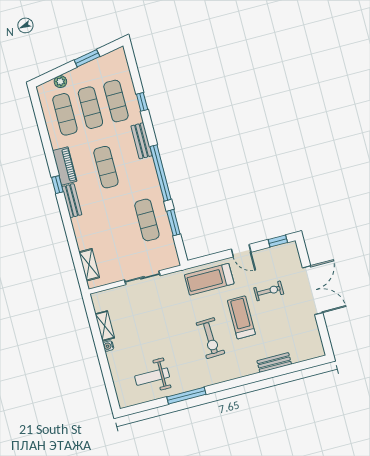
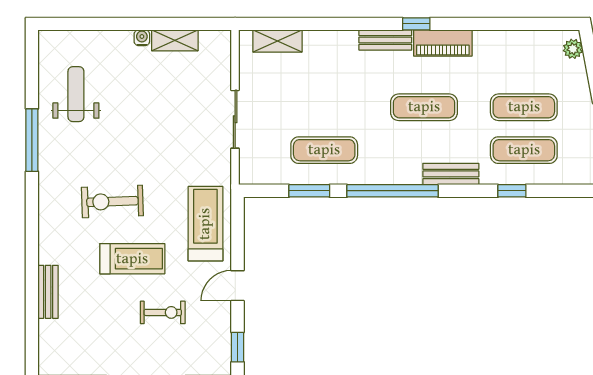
plant: (60, 82) -> (573, 49), moved
exercise mat: (65, 114) -> (524, 64), removed
exercise bike: (269, 291) -> (163, 312), turned -90

